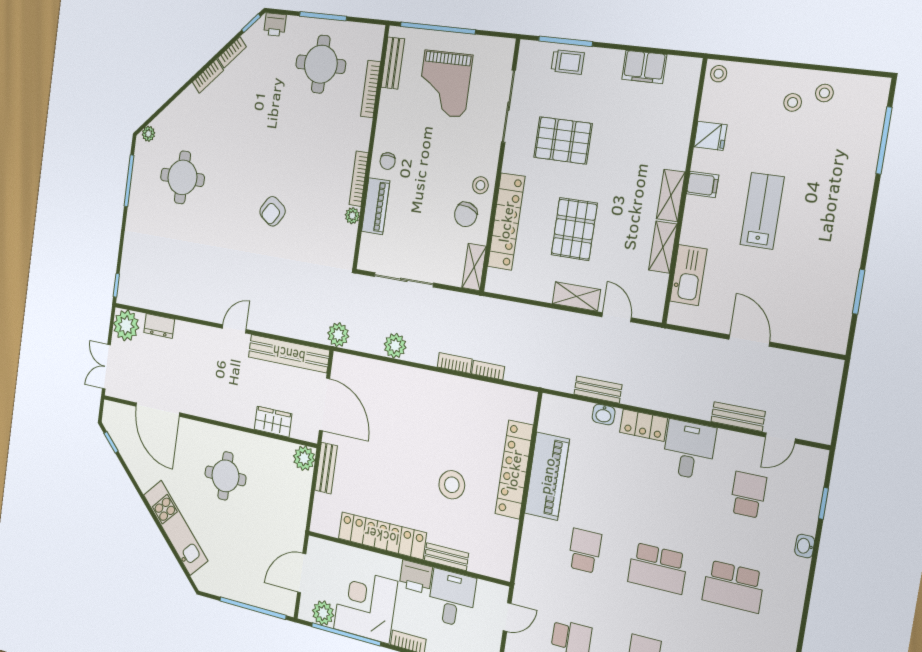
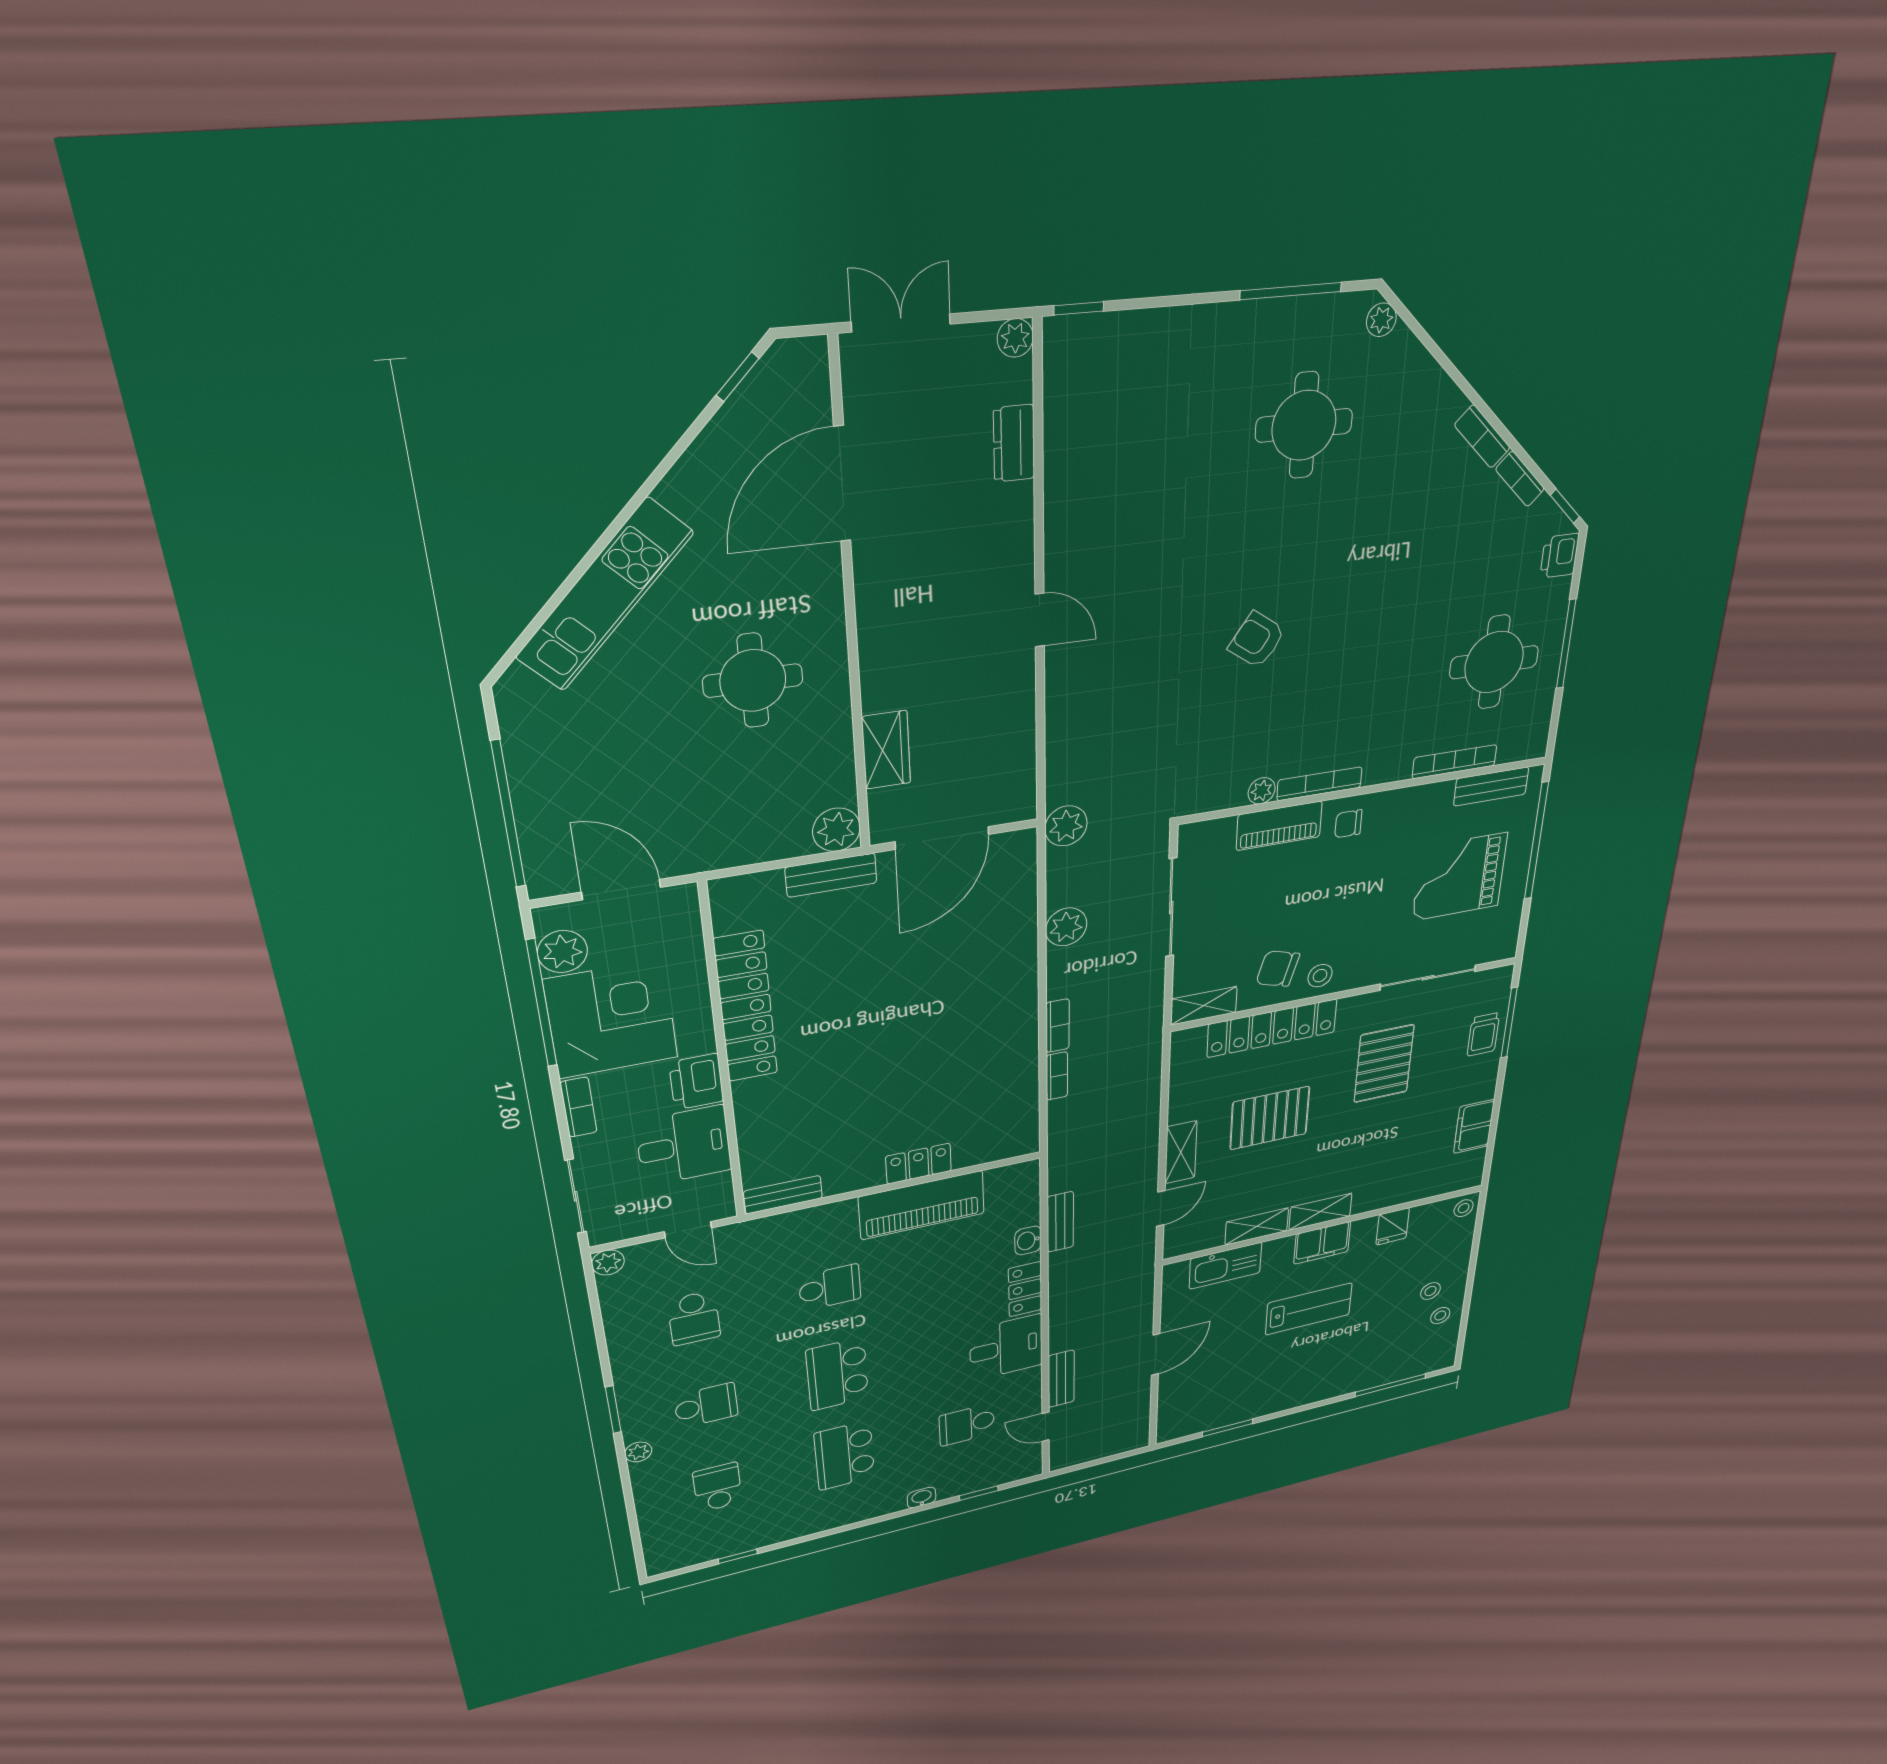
filing cabinet: (703, 184) -> (1322, 1243), width x2.00
plant: (126, 325) -> (1015, 338), width x0.53, depth x0.53
bench: (289, 354) -> (1016, 744), removed
locker: (514, 470) -> (919, 1164), width x0.46, depth x0.83
stool: (452, 485) -> (868, 1084), removed
school desk: (748, 495) -> (967, 1425), turned 180
bench: (446, 557) -> (783, 1195), moved, turned 90

